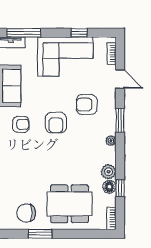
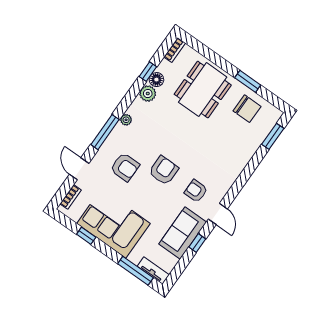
window: (120, 120) -> (105, 132), width x1.44
dining table: (69, 204) -> (203, 90), turned 90

